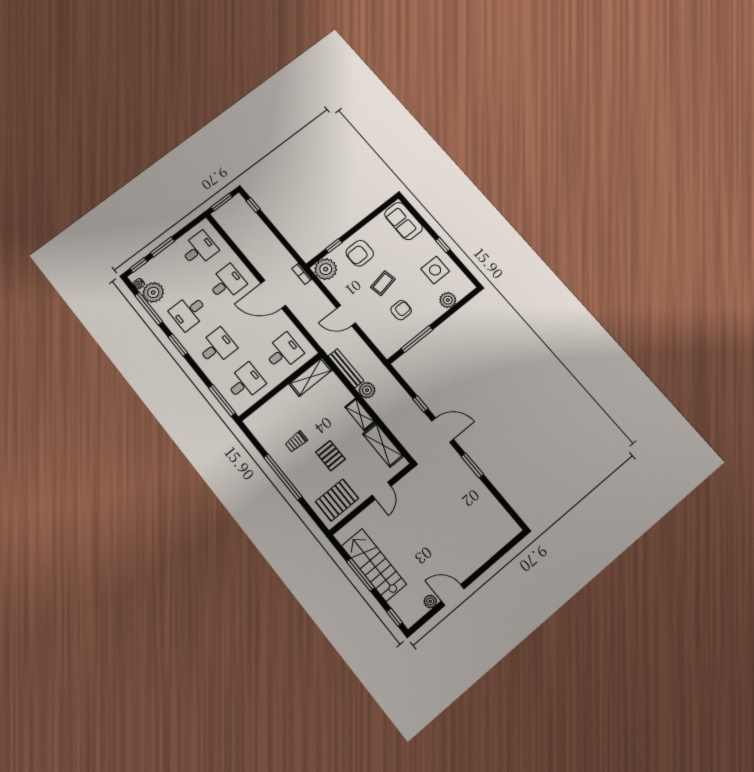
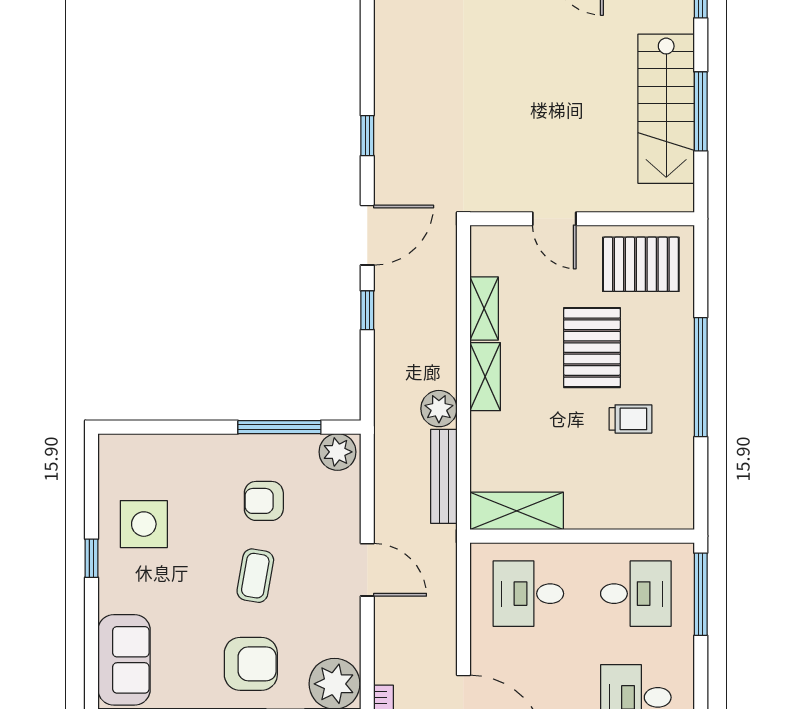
coffee table: (383, 283) -> (255, 576), turned -69
plant: (448, 300) -> (337, 452), moved
desk: (245, 382) -> (636, 594), turned 180
door: (443, 430) -> (367, 235), swing flipped
shelving: (383, 445) -> (484, 309), width x0.67, depth x0.75
pallet: (330, 456) -> (592, 348), width x1.50, depth x1.42
window: (472, 465) -> (367, 136), width x0.67
door: (381, 491) -> (554, 219), swing flipped

